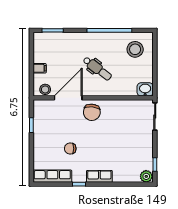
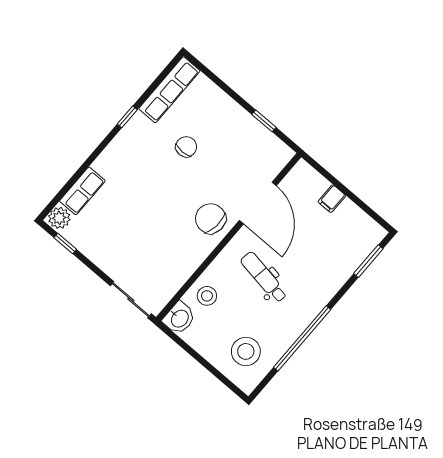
dental chair: (97, 69) -> (264, 277), turned 62
stool: (45, 89) -> (207, 296), moved
row of seats: (99, 176) -> (82, 191), moved

